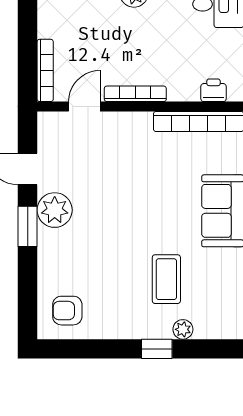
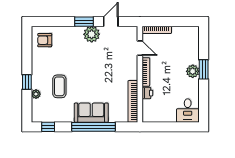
printer: (214, 90) -> (147, 93), moved
coffee table: (166, 279) -> (59, 86), turned 90
armchair: (67, 311) -> (45, 40), turned -90

